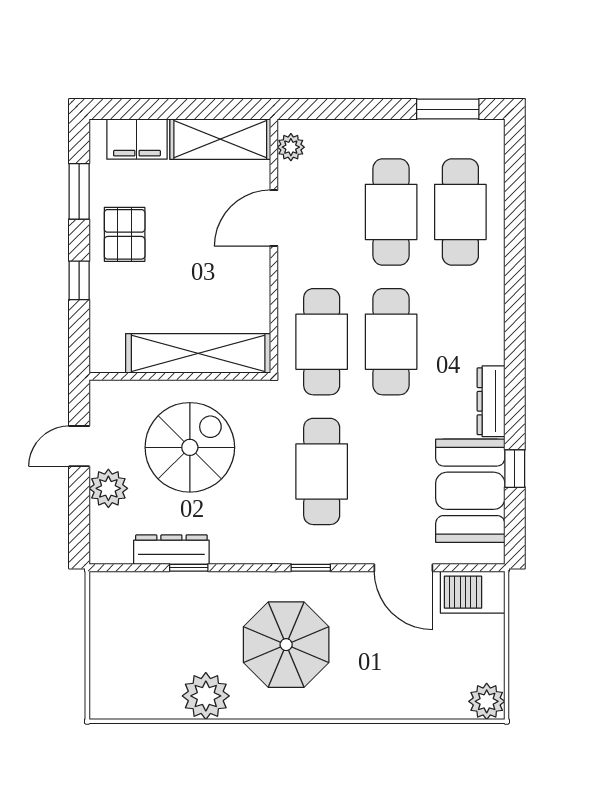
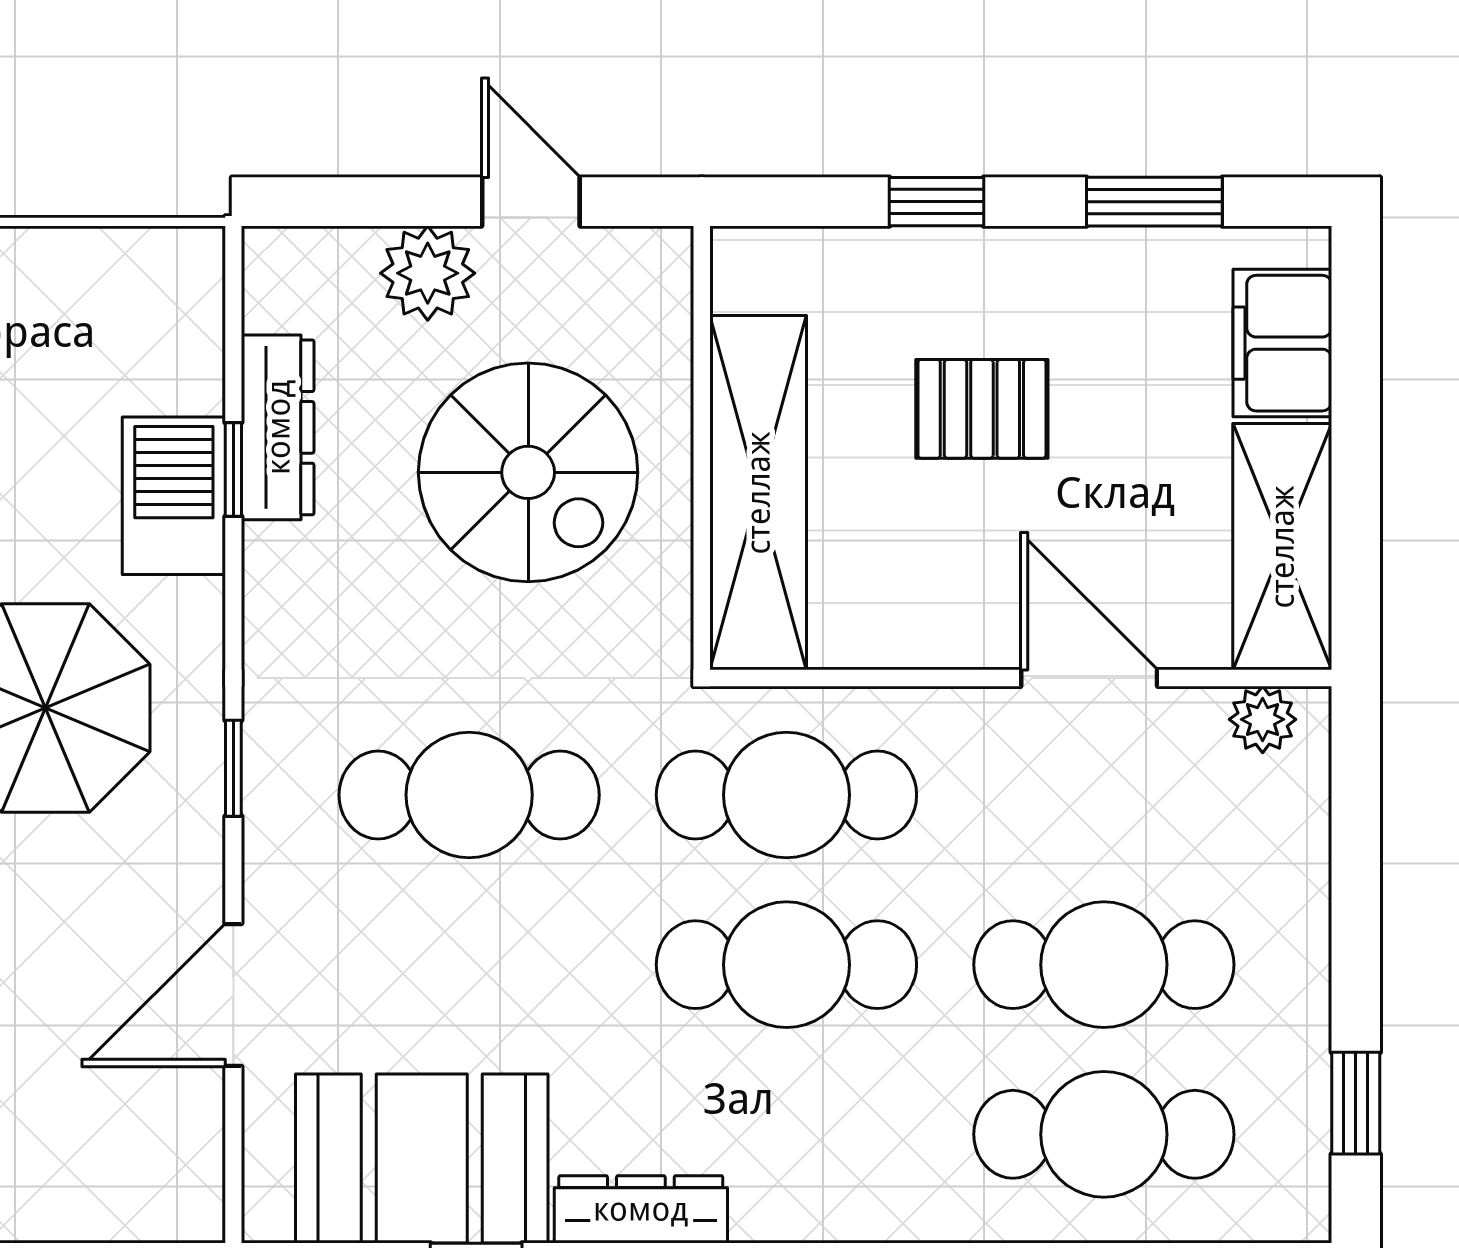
window: (448, 109) -> (1356, 1103), width x0.67
pallet: (125, 234) -> (982, 409), moved
barbecue: (473, 592) -> (174, 496), moved

